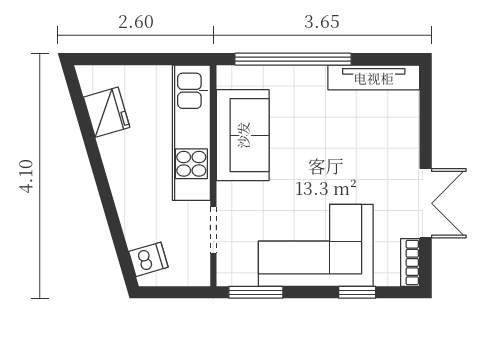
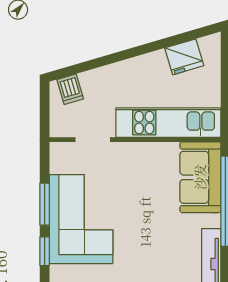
sofa: (243, 135) -> (200, 177), moved, turned 90
window: (256, 292) -> (45, 204), moved

